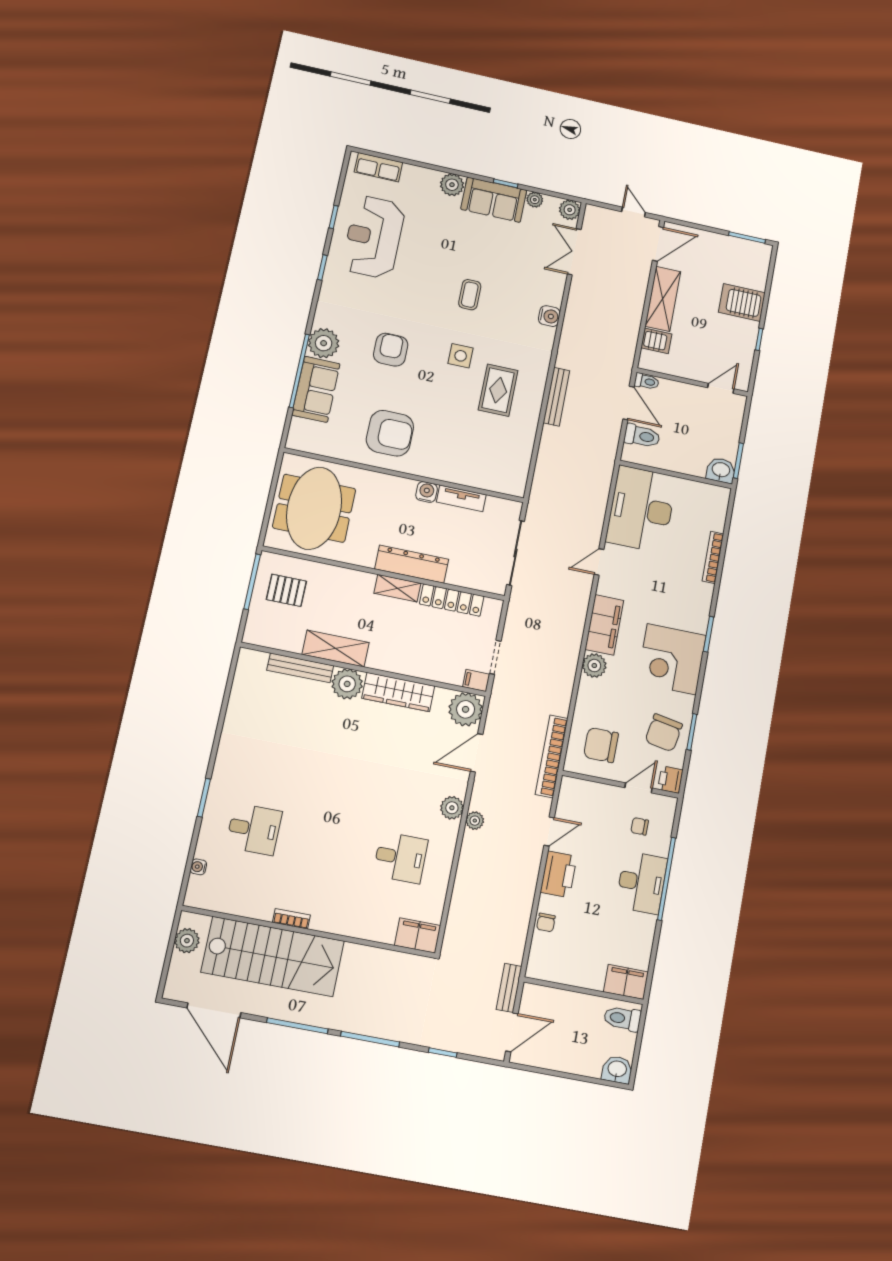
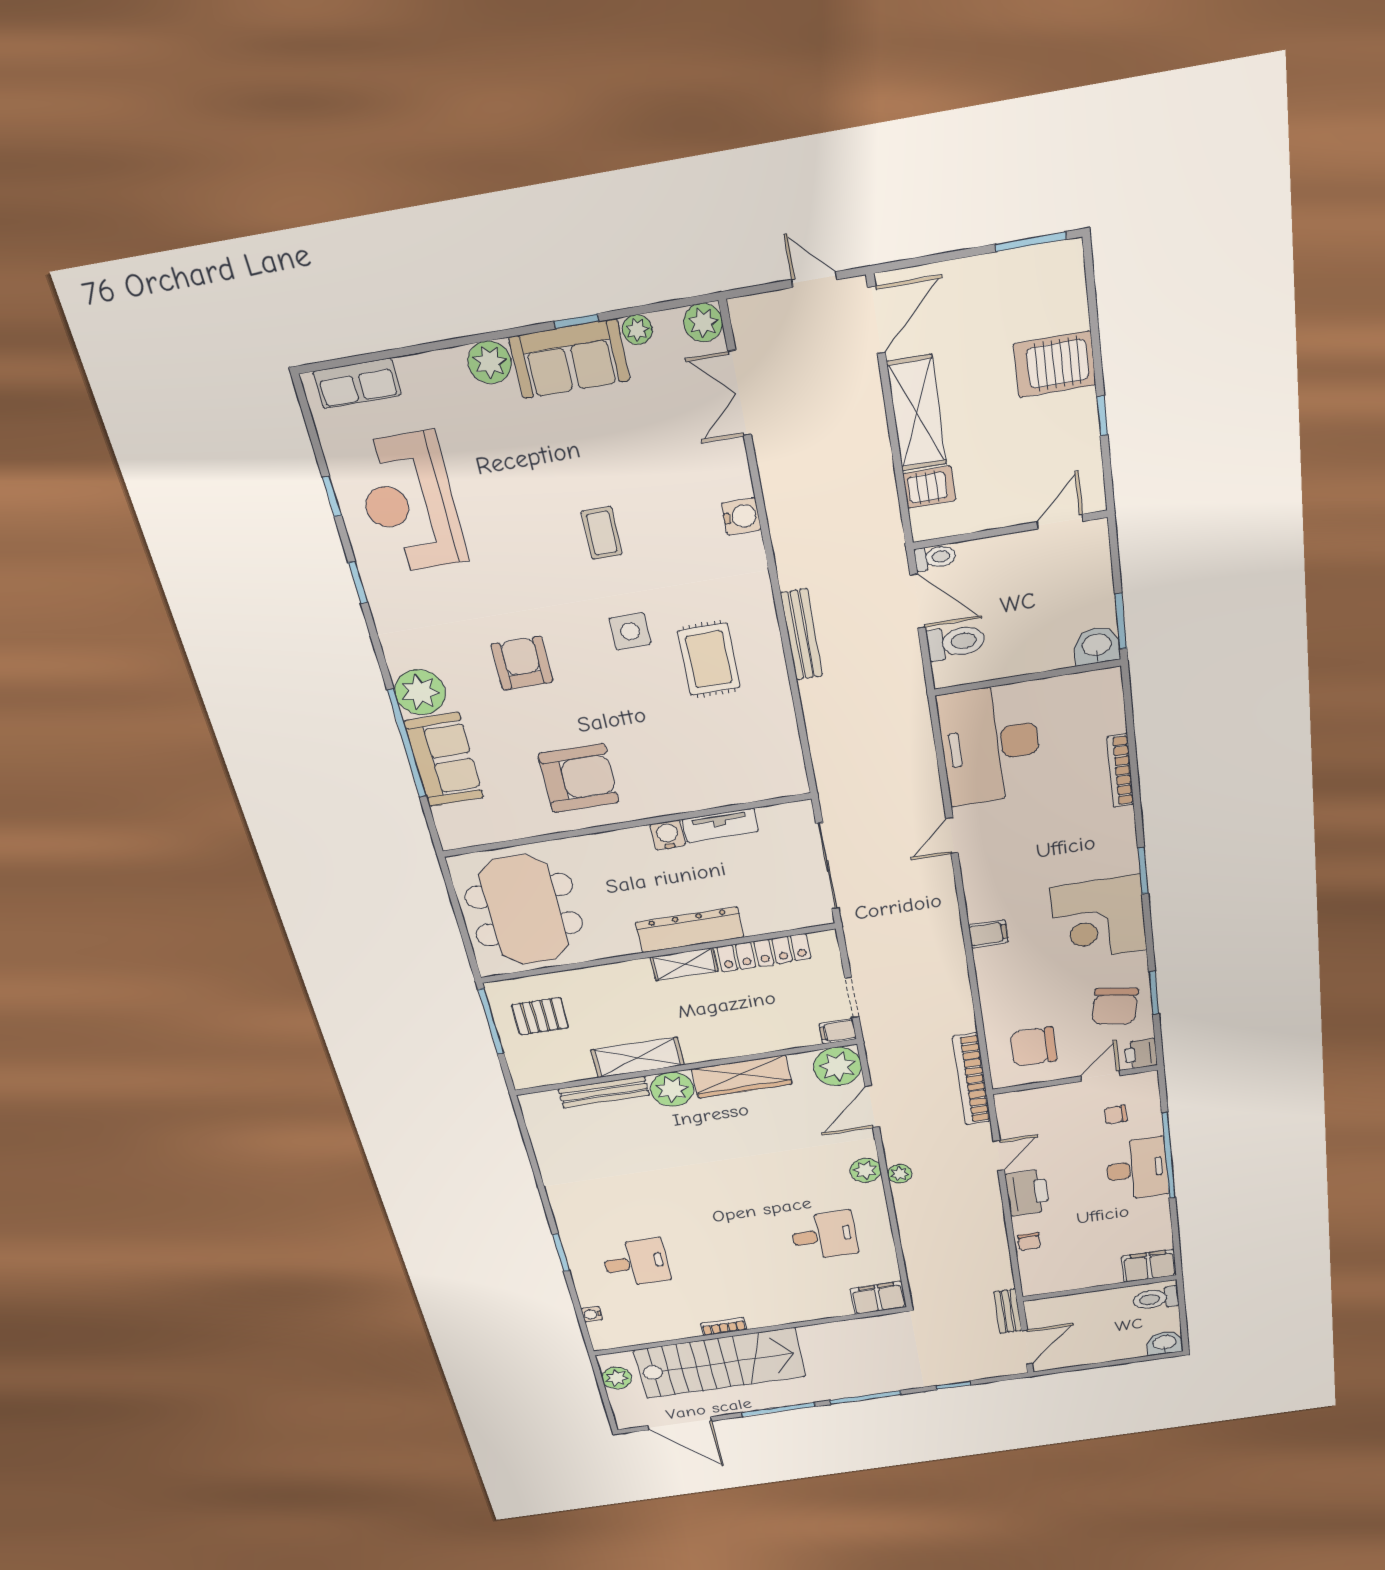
filing cabinet: (604, 625) -> (988, 934), width x0.33, depth x0.86
plant: (594, 666) -> (992, 962), removed

